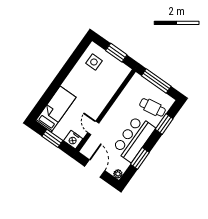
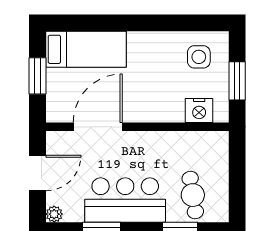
window: (156, 81) -> (237, 172), removed
door: (93, 128) -> (98, 127), width x1.88
nightstand: (73, 140) -> (199, 110), moved, turned -90

